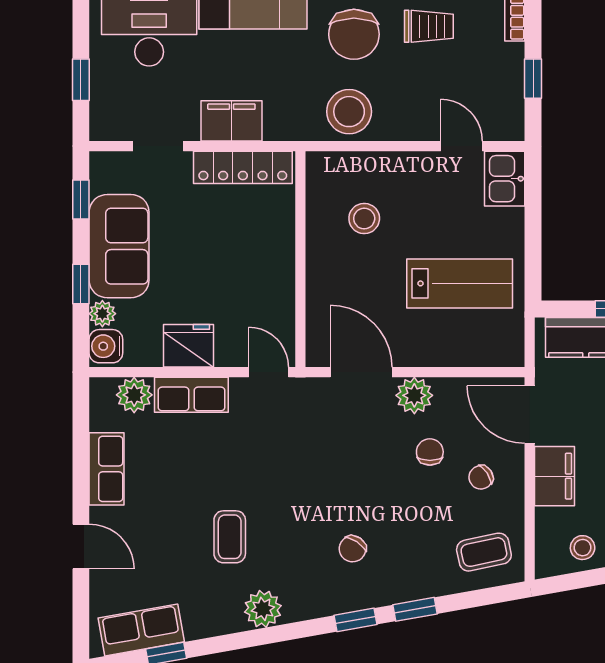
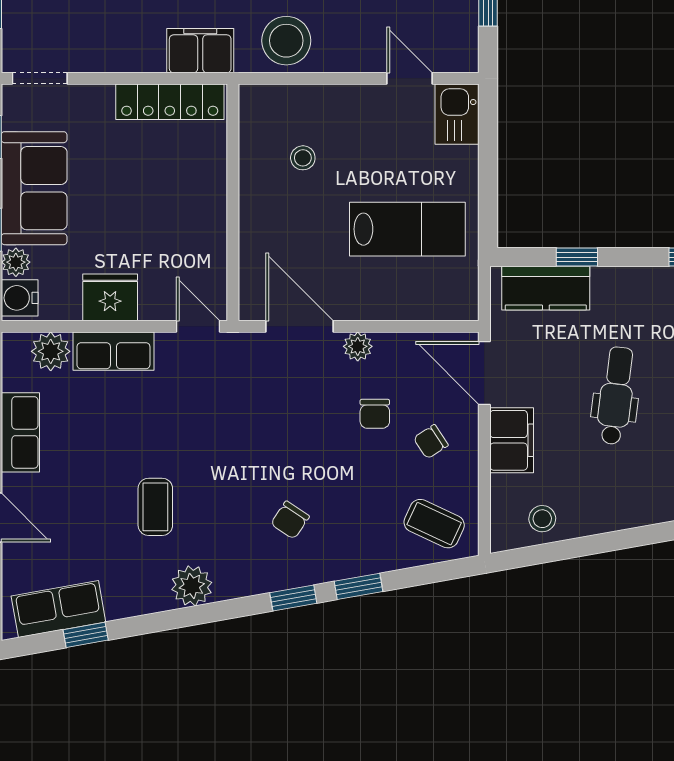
filing cabinet: (231, 121) -> (200, 51), moved
doorway: (158, 146) -> (40, 78), moved
stool: (364, 219) -> (303, 158), width x0.73, depth x0.73
plant: (414, 395) -> (358, 346), width x0.73, depth x0.73
chair: (430, 452) -> (375, 414), turned 180
coffee table: (484, 552) -> (434, 524), turned 37

